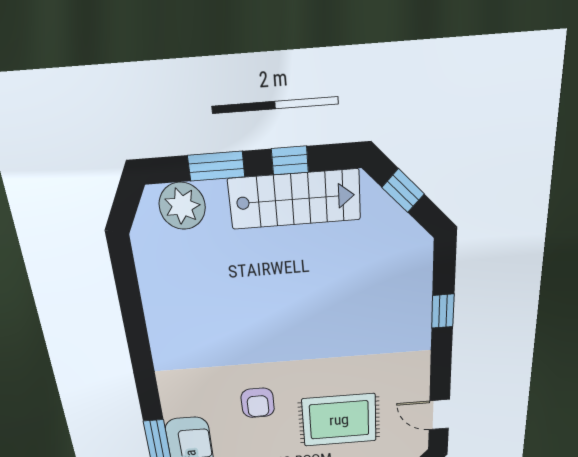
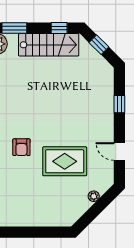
window: (290, 160) -> (59, 28), moved
door: (439, 415) -> (119, 152), moved

